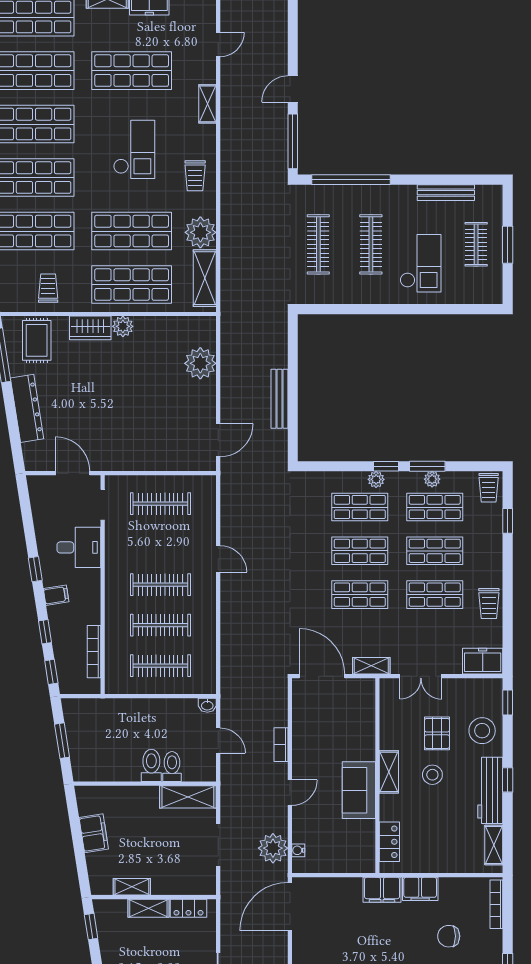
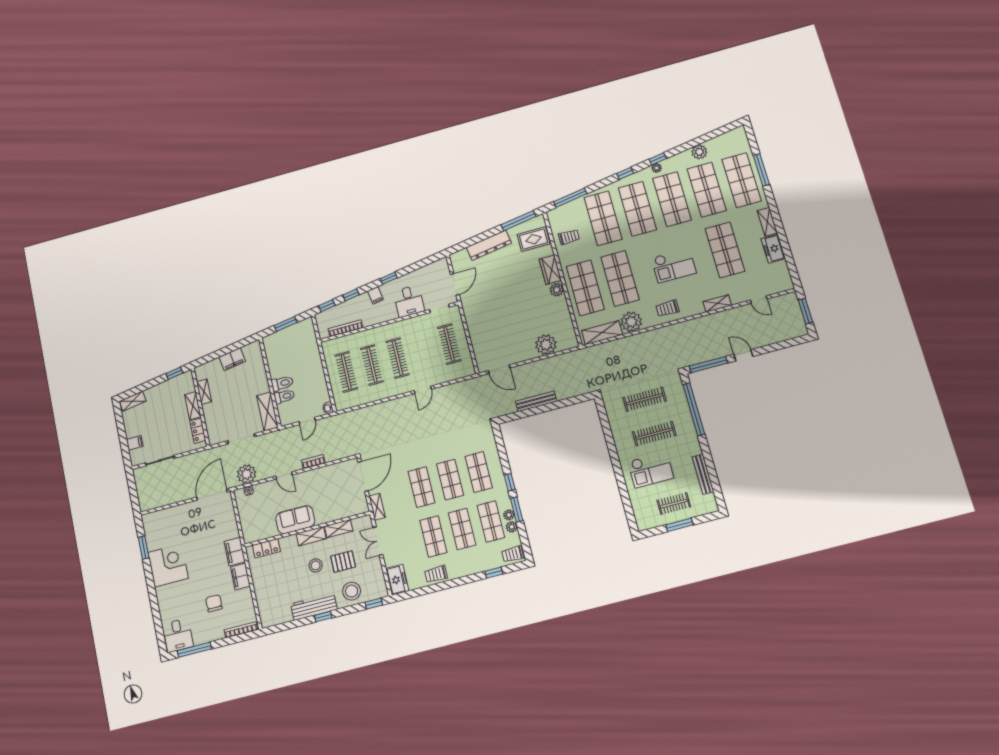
plant: (376, 479) -> (512, 527), moved
shelving: (494, 845) -> (339, 529), moved
door: (290, 907) -> (212, 495), hinge flipped

